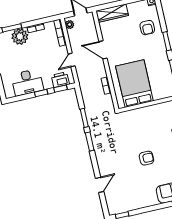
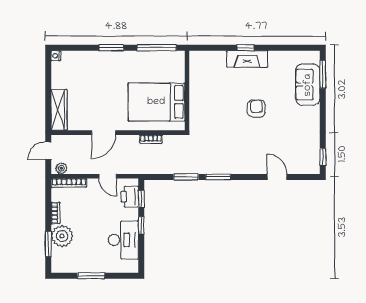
armchair: (147, 28) -> (88, 69), removed

